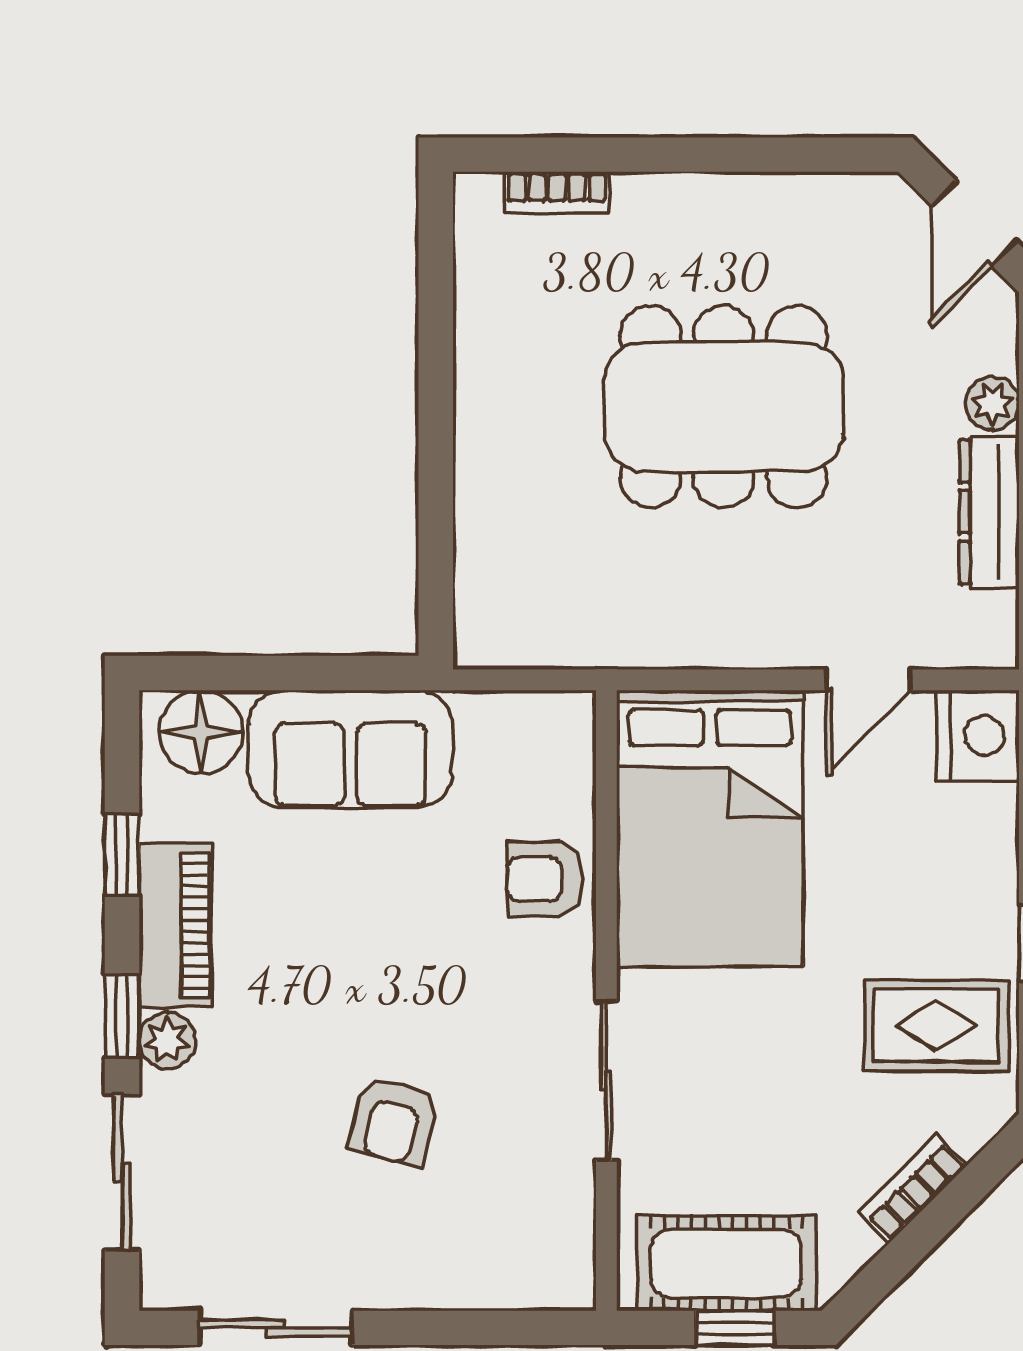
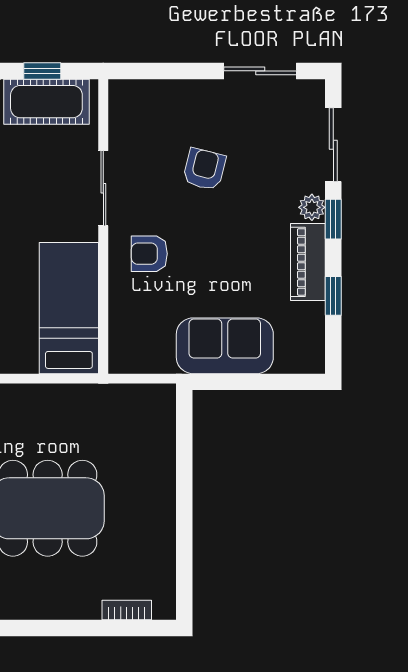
floor lamp: (201, 732) -> (296, 354), removed
bed: (710, 828) -> (69, 308), width x0.67
armchair: (545, 879) -> (149, 254), moved, turned 180

